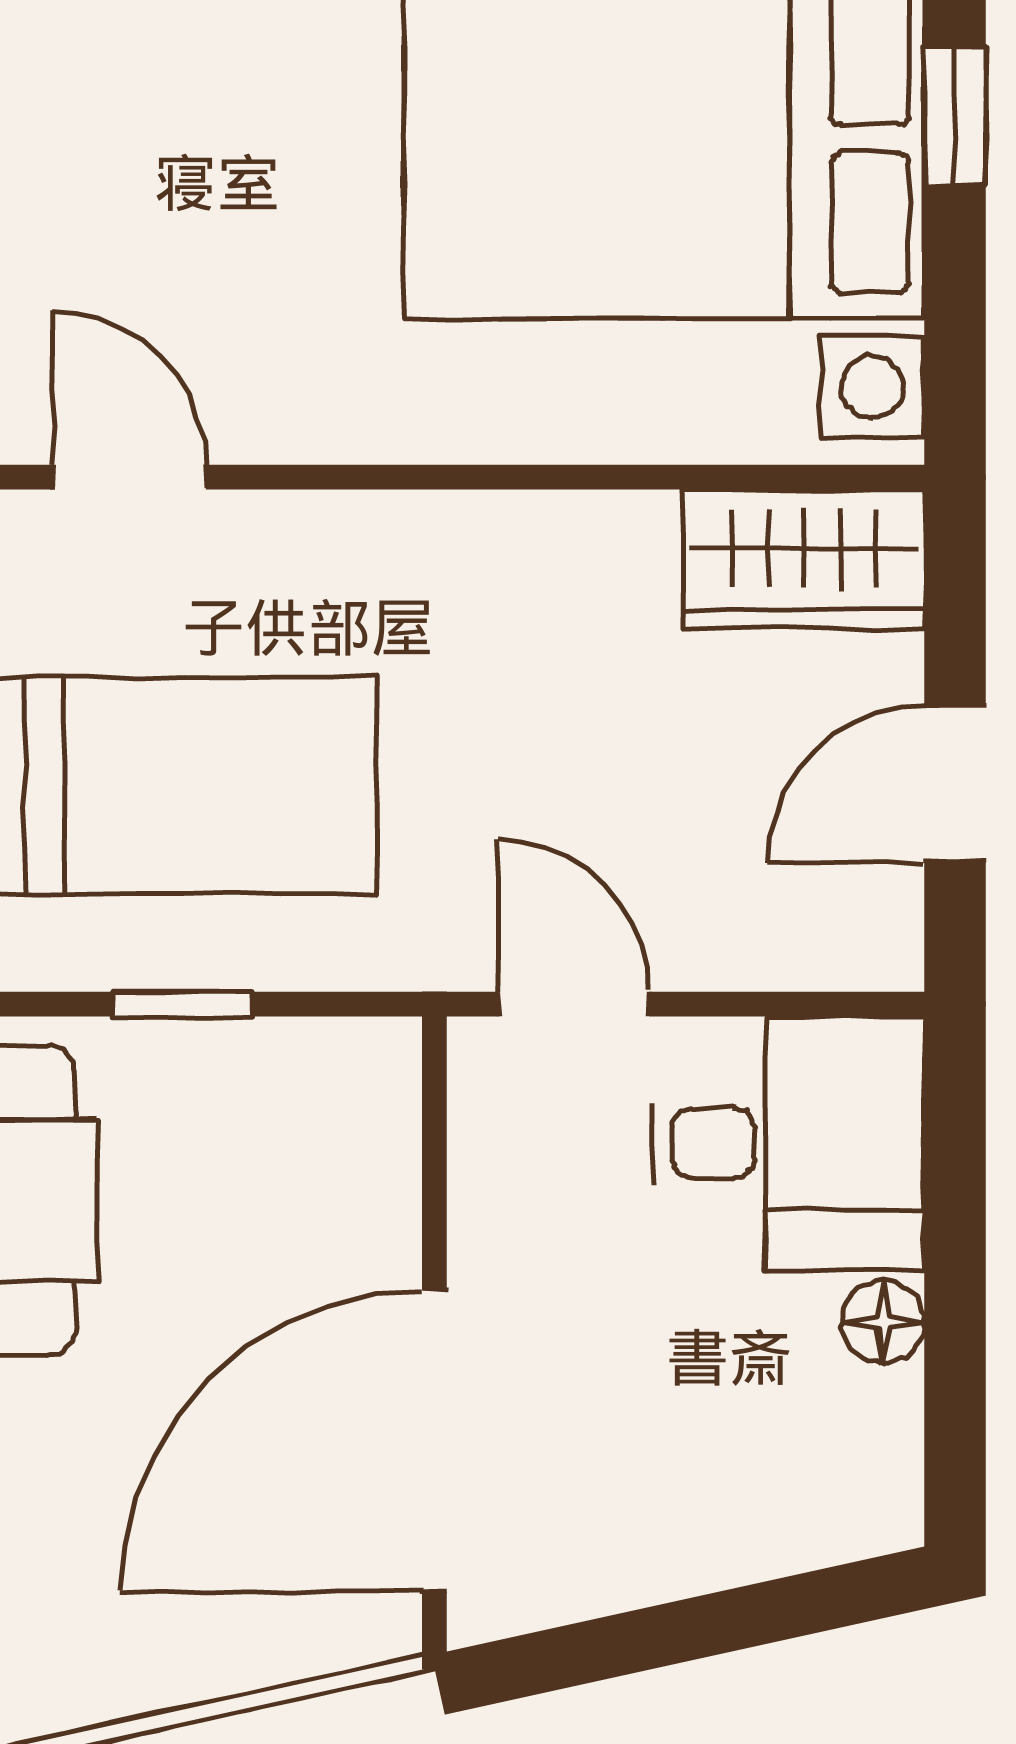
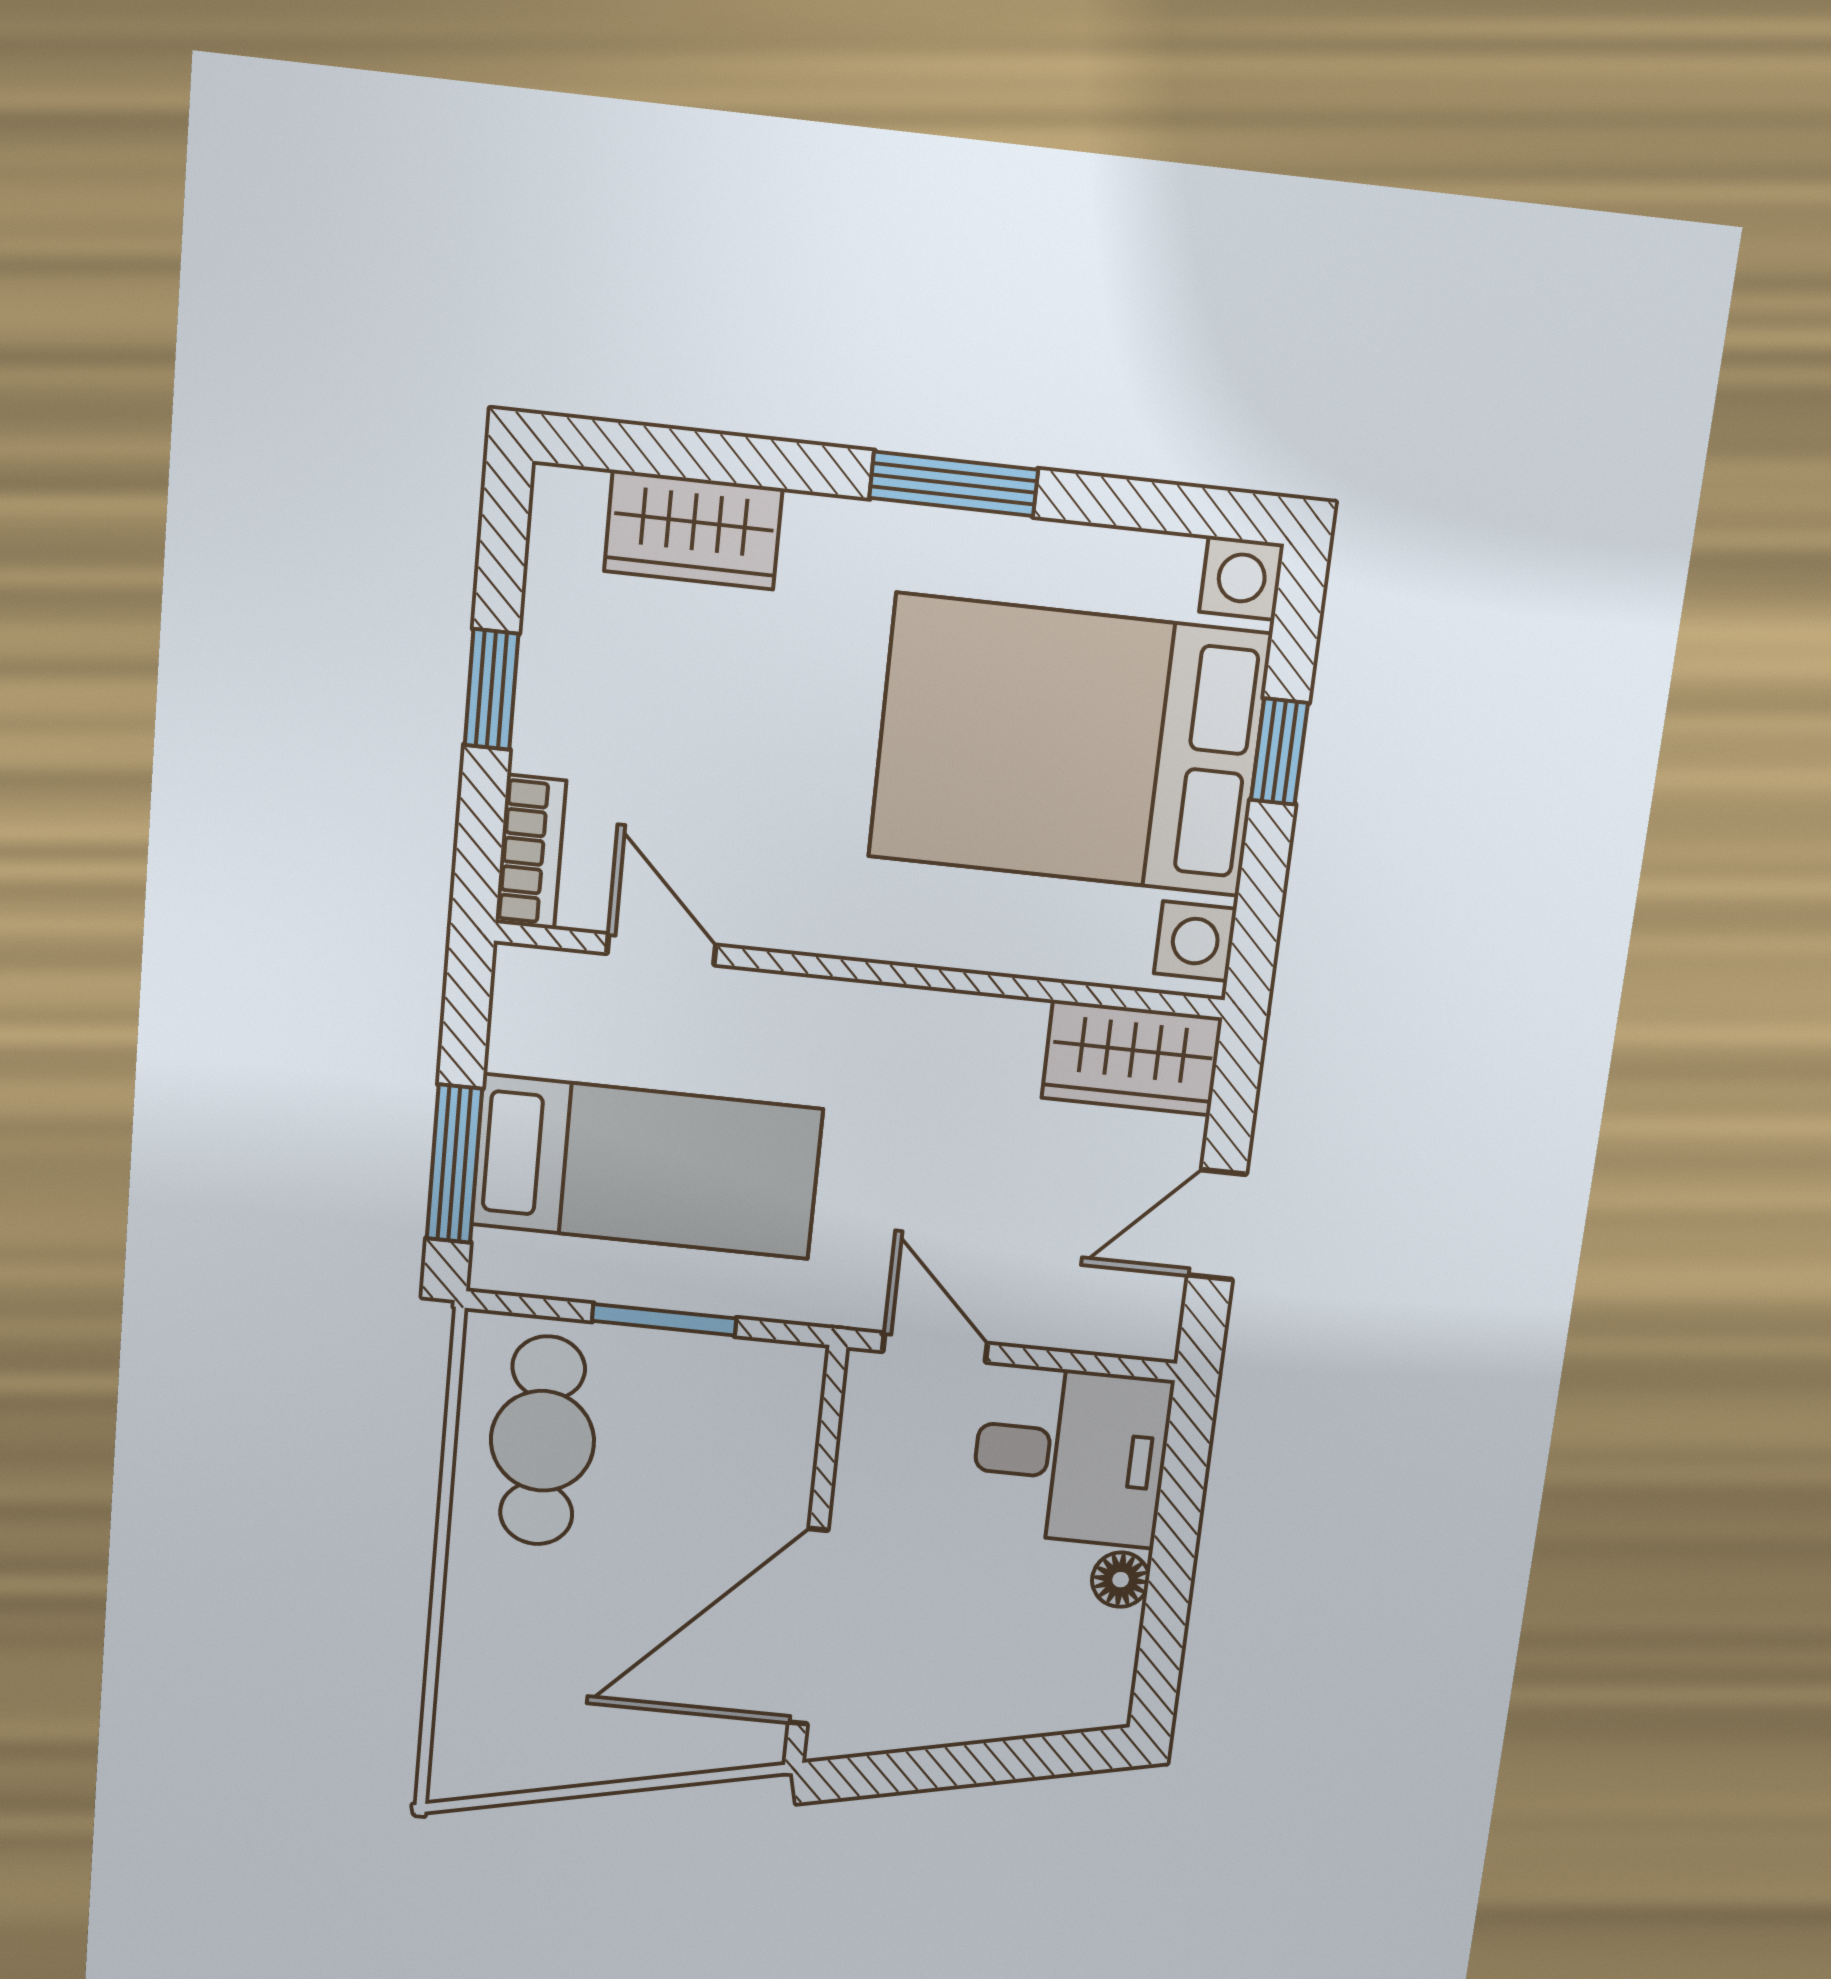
window: (182, 1004) -> (664, 1320), width x1.50

